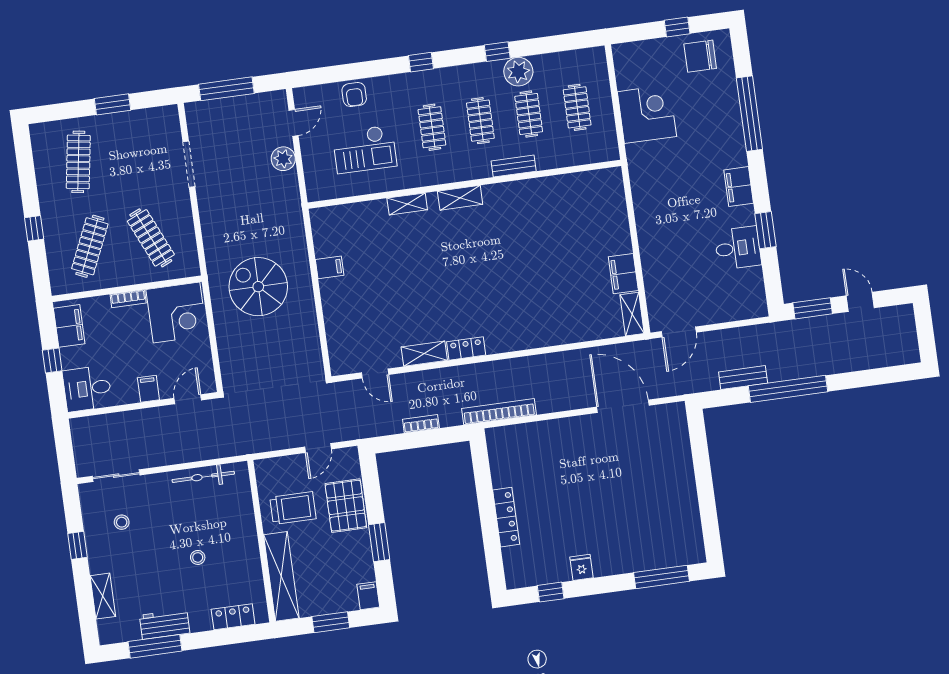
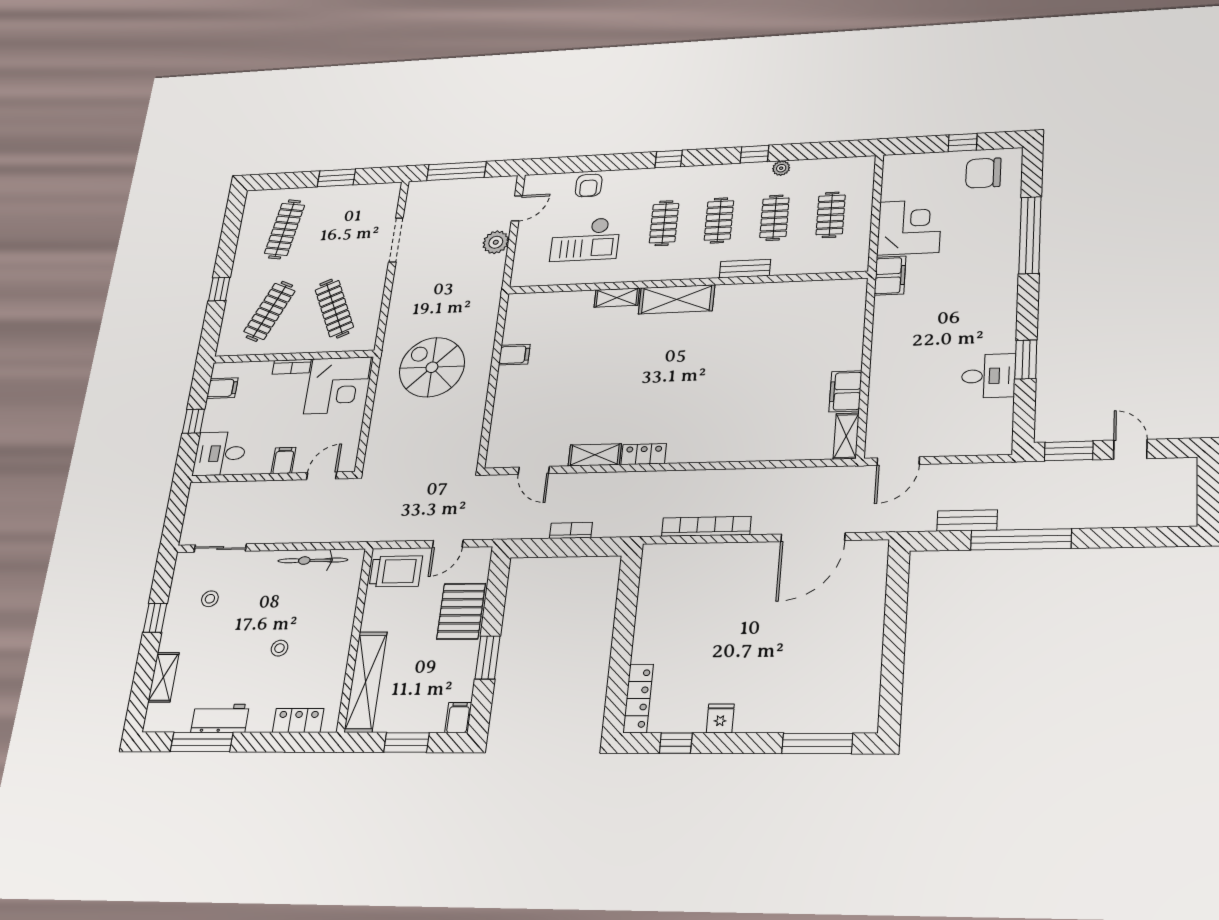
plant: (518, 72) -> (781, 168), width x0.53, depth x0.53
filing cabinet: (739, 187) -> (890, 276), moved, turned 180
shelving: (460, 198) -> (677, 299), width x1.50, depth x1.33
filing cabinet: (69, 326) -> (222, 388), width x0.50
door: (623, 406) -> (813, 537), swing flipped
bookcase: (499, 412) -> (706, 526), moved
trolley: (293, 508) -> (396, 571), moved
locker: (506, 517) -> (638, 698), moved

